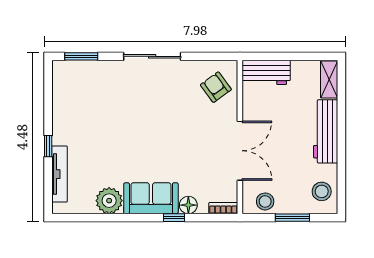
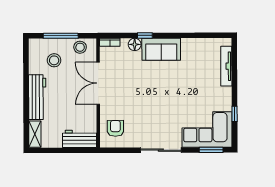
corner sofa: (87, 85) -> (207, 129), added
armchair: (216, 87) -> (115, 128), turned -144
window: (48, 146) -> (235, 114), moved
stool: (322, 191) -> (54, 60), moved
plant: (109, 201) -> (191, 47), removed
window: (292, 218) -> (61, 36), width x1.44

